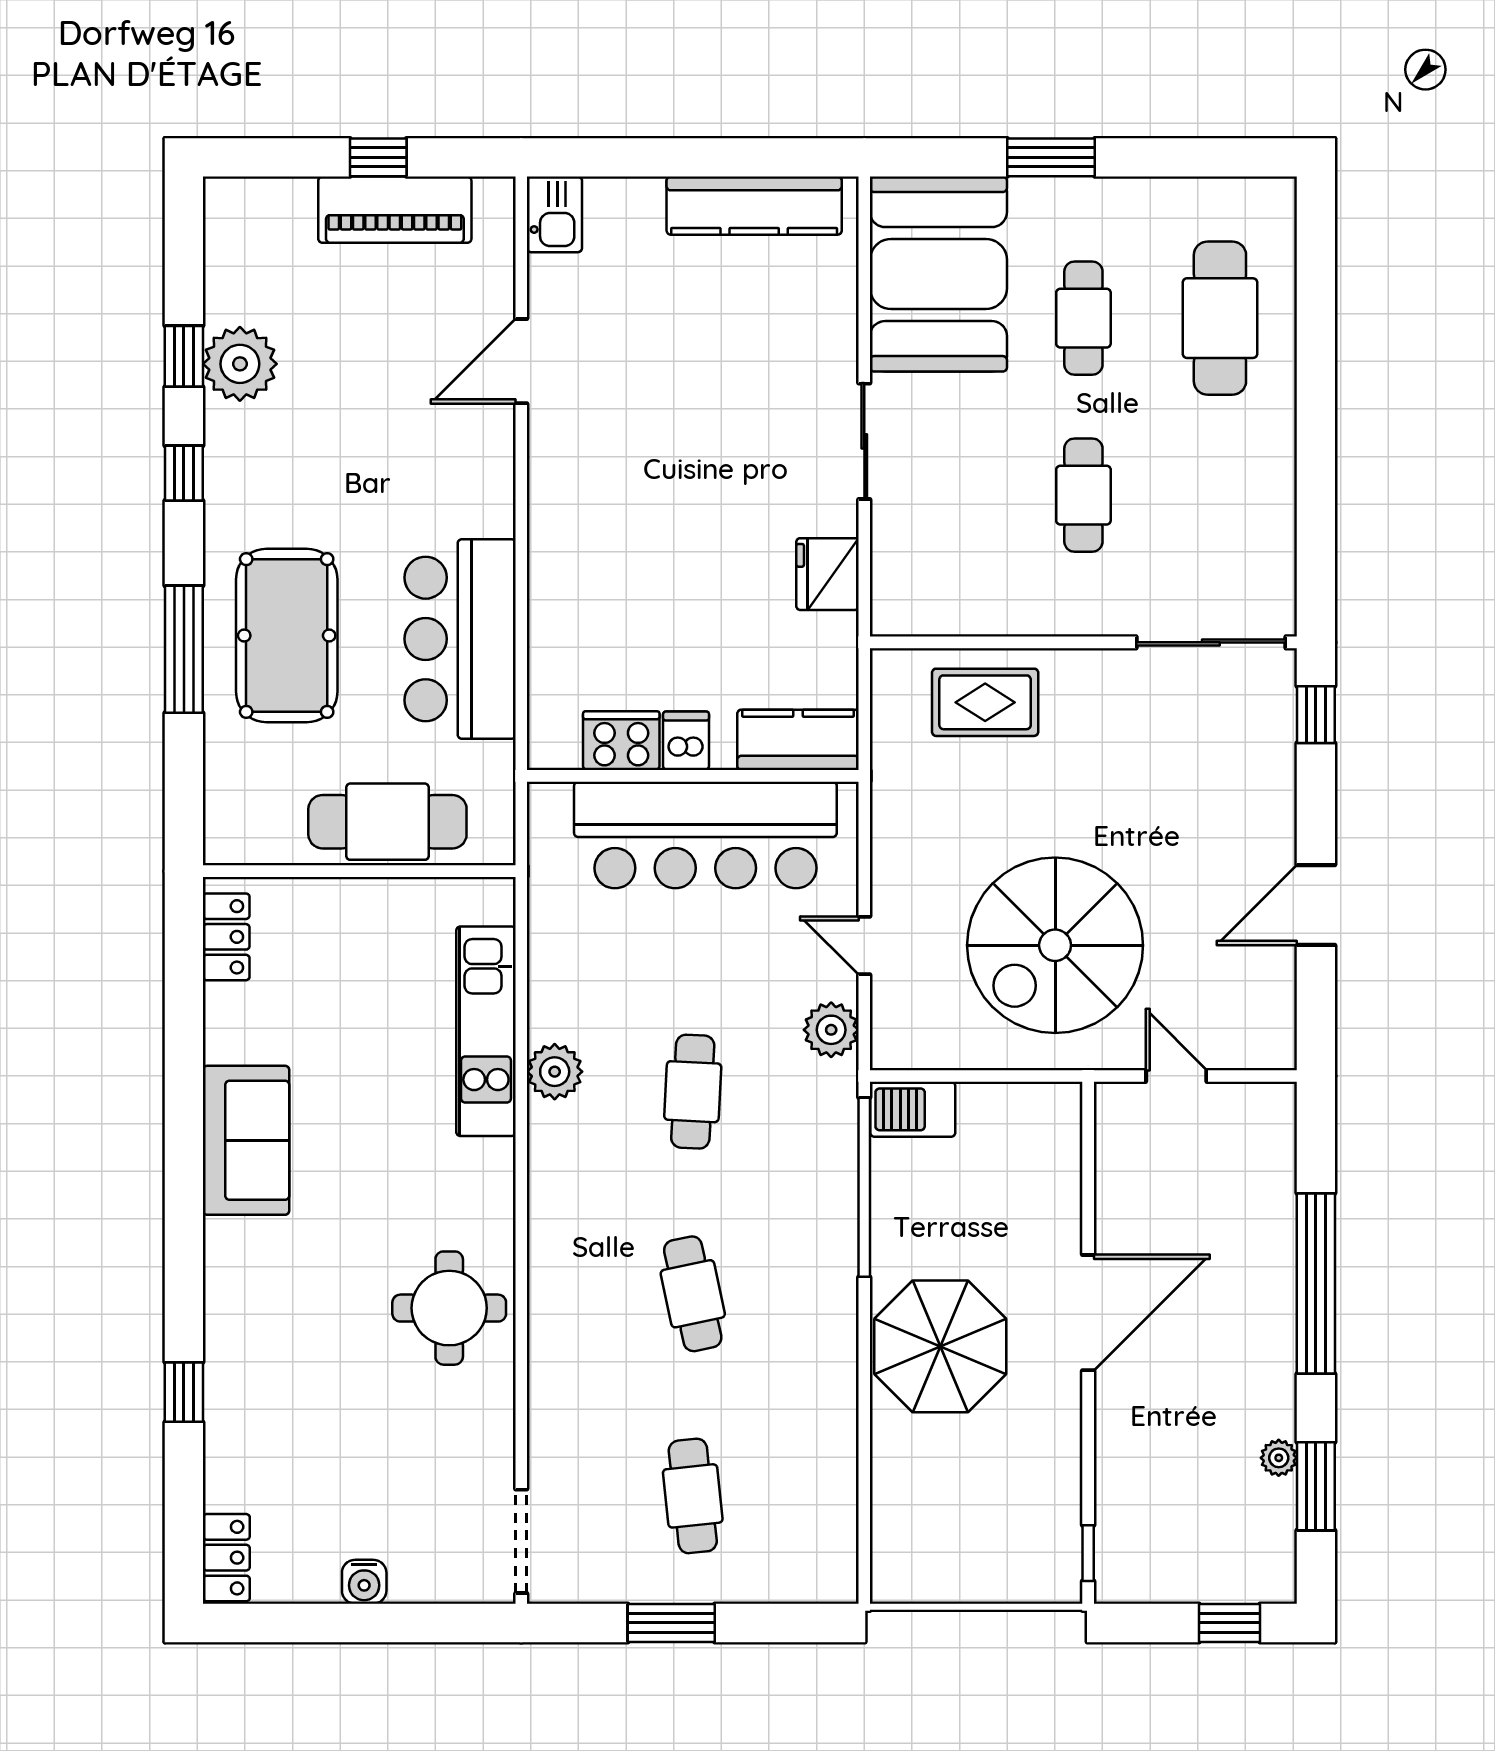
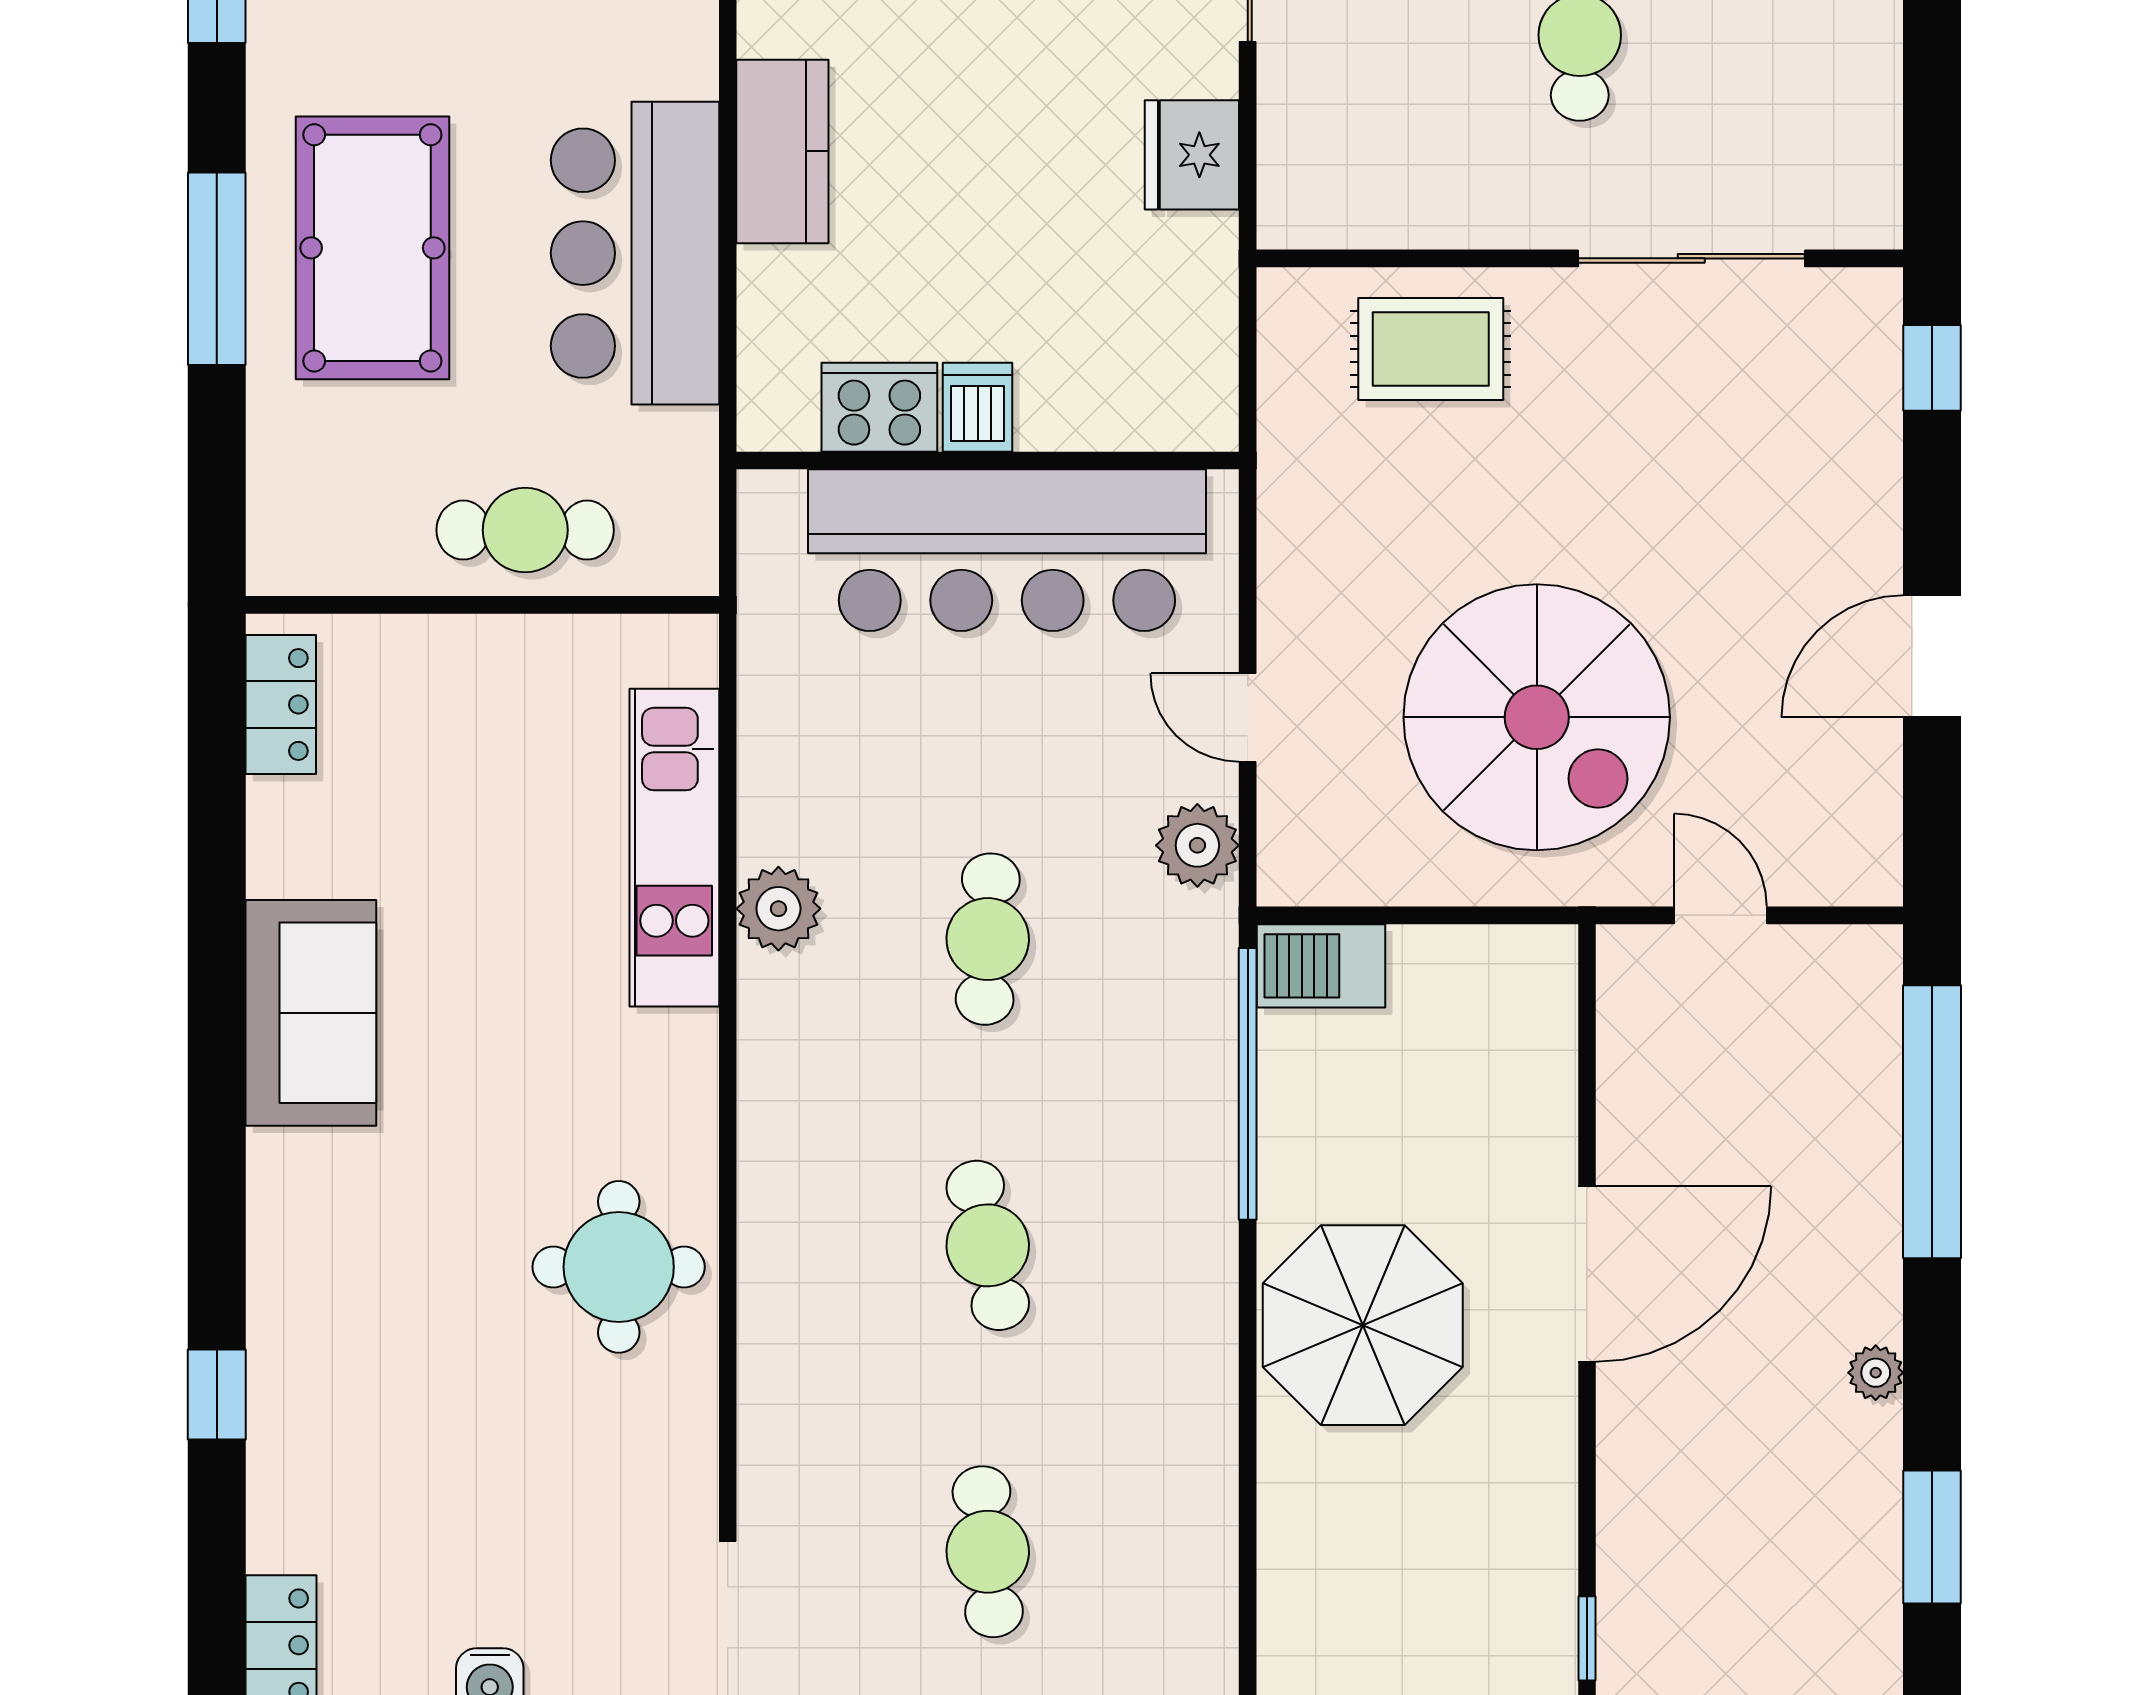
sliding door: (1211, 642) -> (1691, 258), moved
kitchen counter: (798, 740) -> (782, 151), moved, turned 90
cafe table: (387, 822) -> (525, 530), width x0.73, depth x0.74
spiral stairs: (1055, 945) -> (1537, 717), turned -90
window: (1316, 1283) -> (1932, 1122), moved
plant: (1279, 1458) -> (1876, 1373), moved

